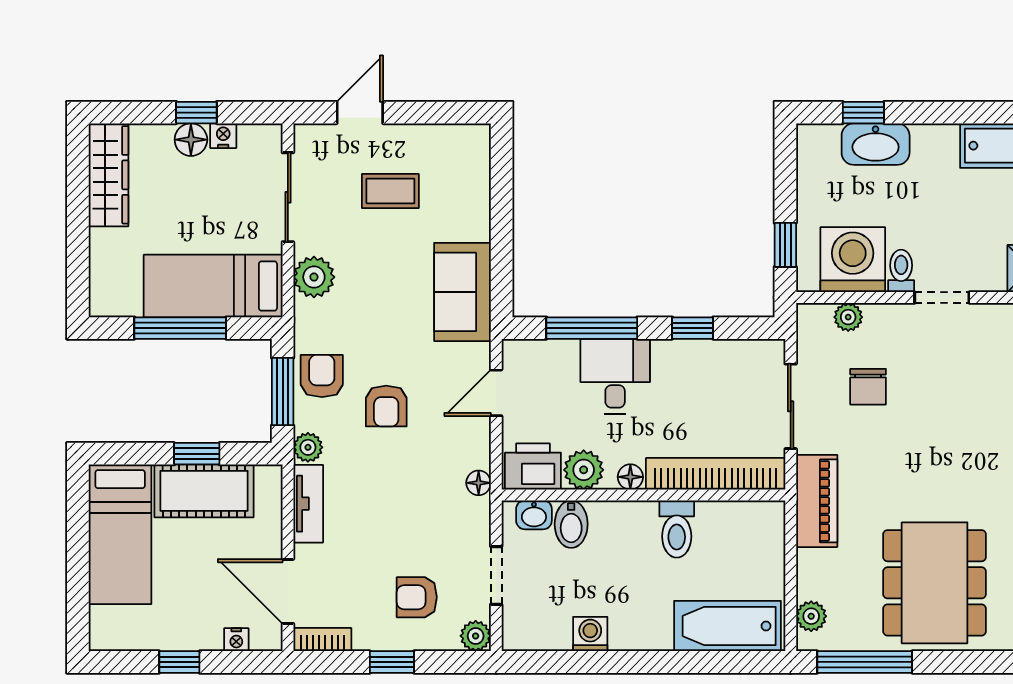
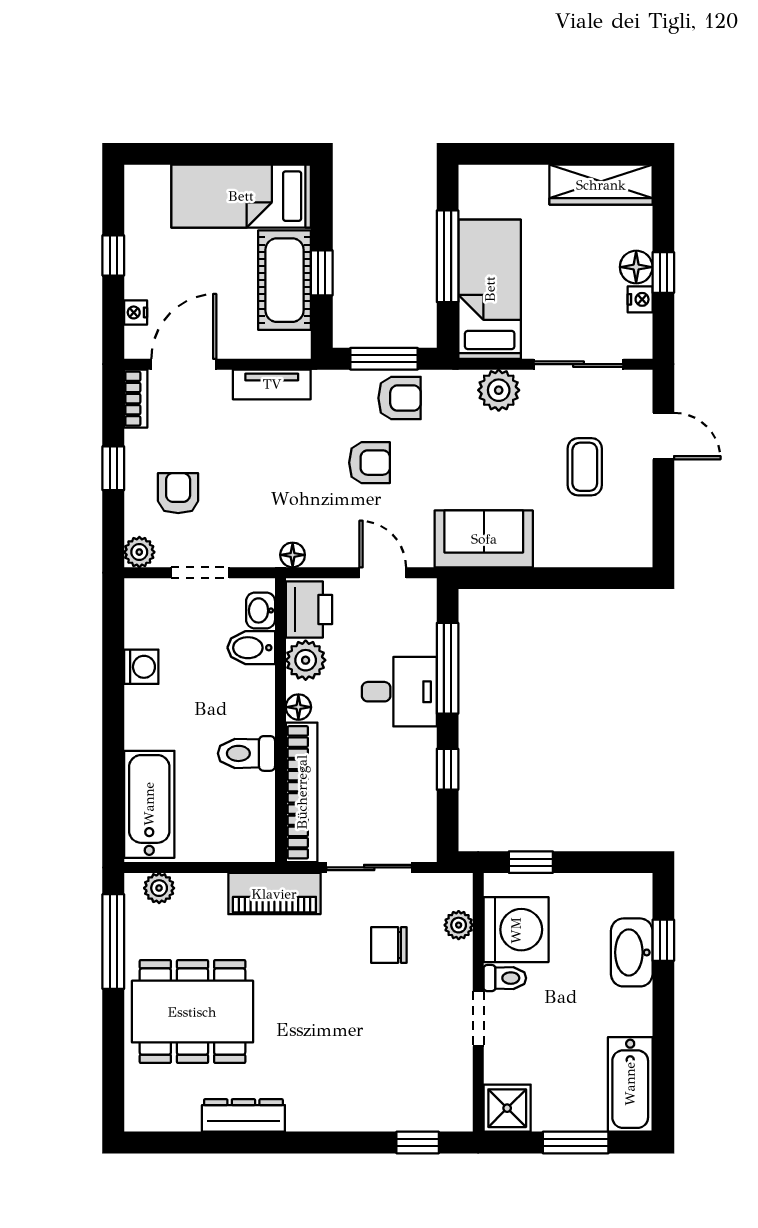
armchair: (386, 406) -> (370, 463), turned 180
plant: (308, 447) -> (328, 384), removed

